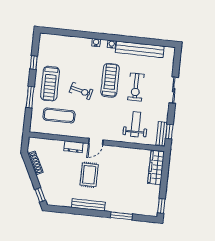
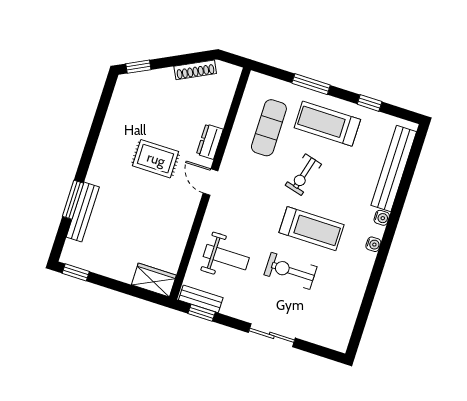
bench: (140, 49) -> (394, 168), moved
wardrobe: (156, 167) -> (154, 280), width x0.67
bench: (88, 205) -> (83, 212), moved

